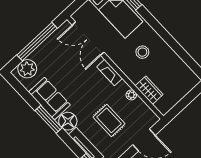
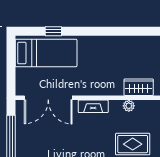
stool: (142, 52) -> (102, 63), removed

